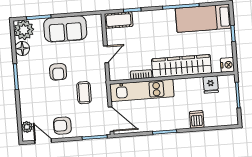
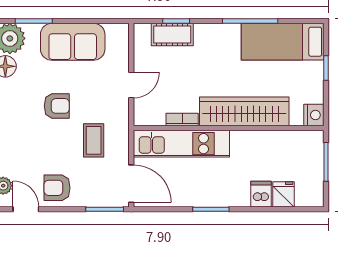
cot: (119, 20) -> (172, 35), moved
armchair: (58, 72) -> (57, 106), turned -90
fridge: (211, 85) -> (284, 194), moved, turned 180

